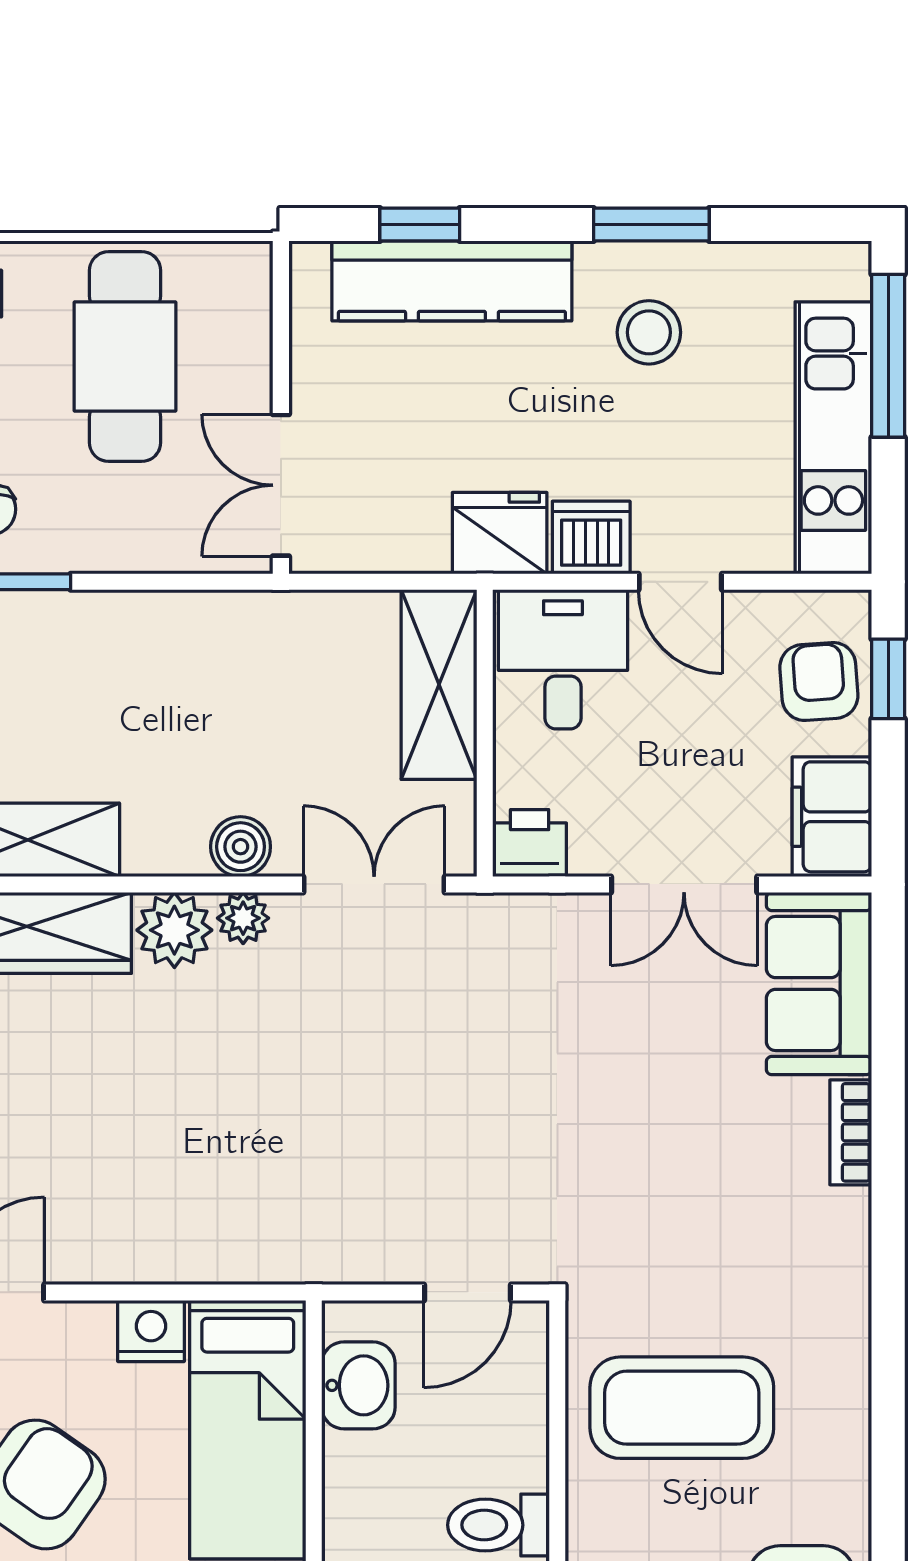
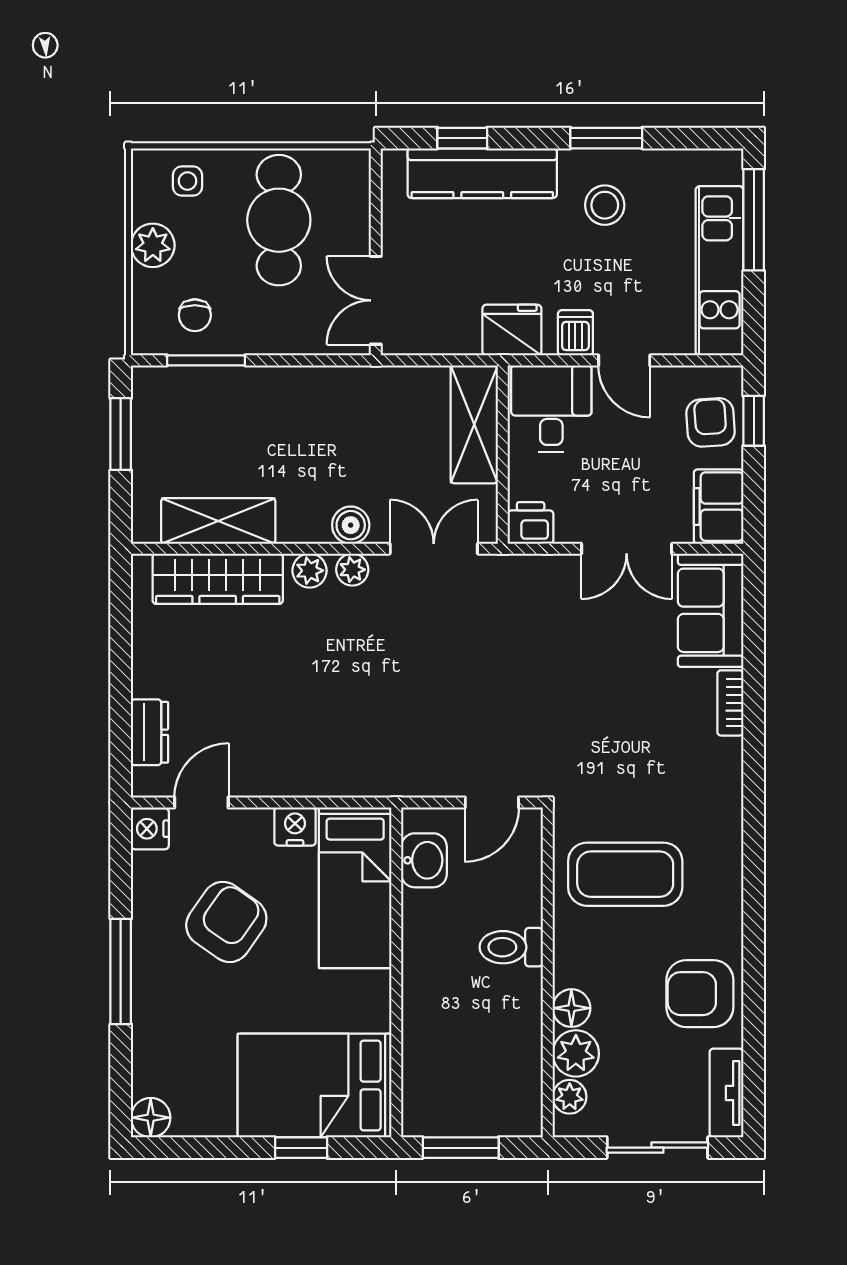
dishwasher: (591, 538) -> (575, 333), width x0.73
plant: (174, 930) -> (310, 571), width x0.73, depth x0.73

